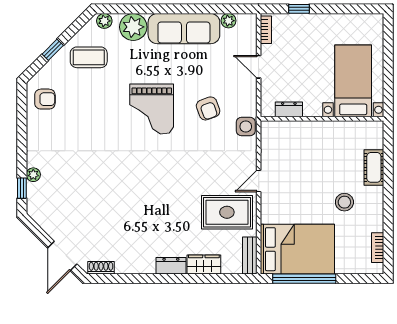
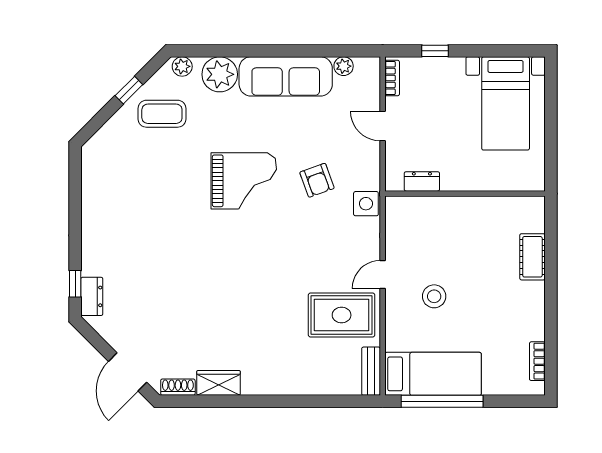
window: (53, 50) -> (129, 90), moved
bed with nightstands: (353, 81) -> (506, 103), moved, turned 180
armchair: (45, 99) -> (105, 168), removed
grand piano: (152, 109) -> (244, 181), turned -90
plant: (33, 175) -> (90, 266), removed
stool: (344, 202) -> (434, 296), moved
bed: (297, 249) -> (433, 374), width x0.67
wardrobe: (204, 265) -> (219, 383), moved
dresser: (171, 266) -> (92, 296), moved, turned 90

